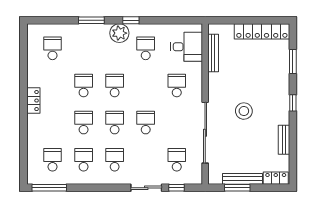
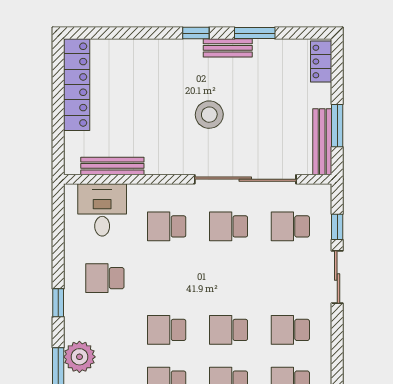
plant: (119, 33) -> (79, 357), moved
window: (293, 61) -> (255, 33), moved
school desk: (146, 123) -> (229, 226), moved
bench: (284, 140) -> (228, 48), moved
bench: (242, 179) -> (322, 142), moved

